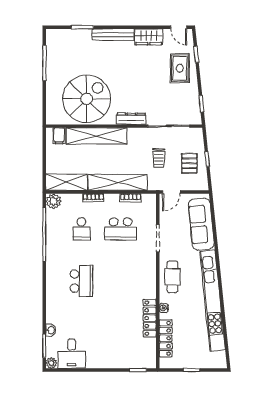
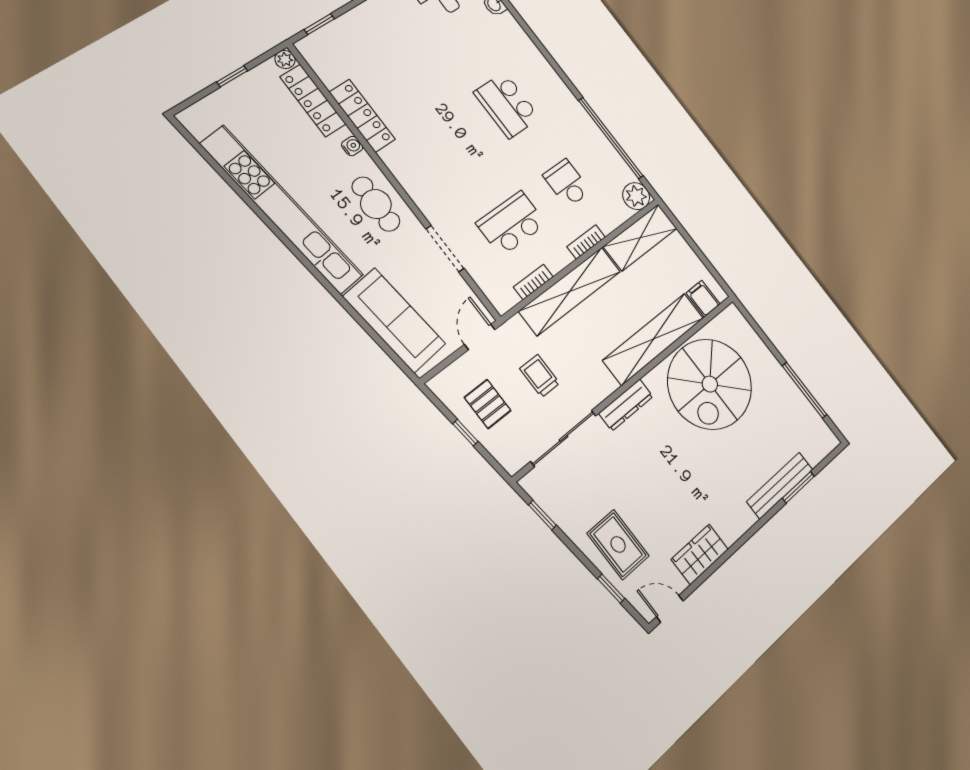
bench: (113, 35) -> (780, 485), moved
plant: (164, 364) -> (285, 59), added

